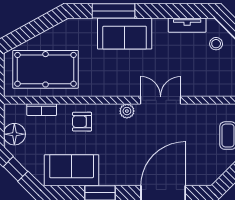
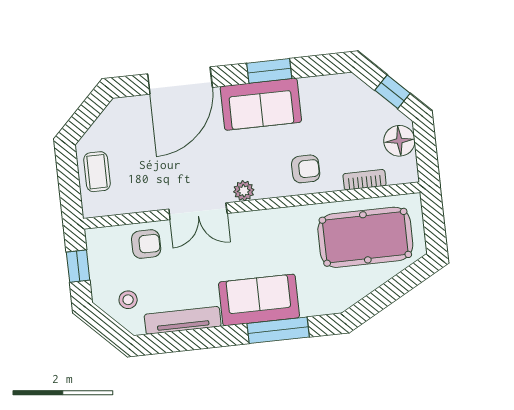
tv unit: (187, 25) -> (183, 320), width x1.41
armchair: (199, 81) -> (146, 244), added
sofa: (72, 170) -> (261, 104), moved

